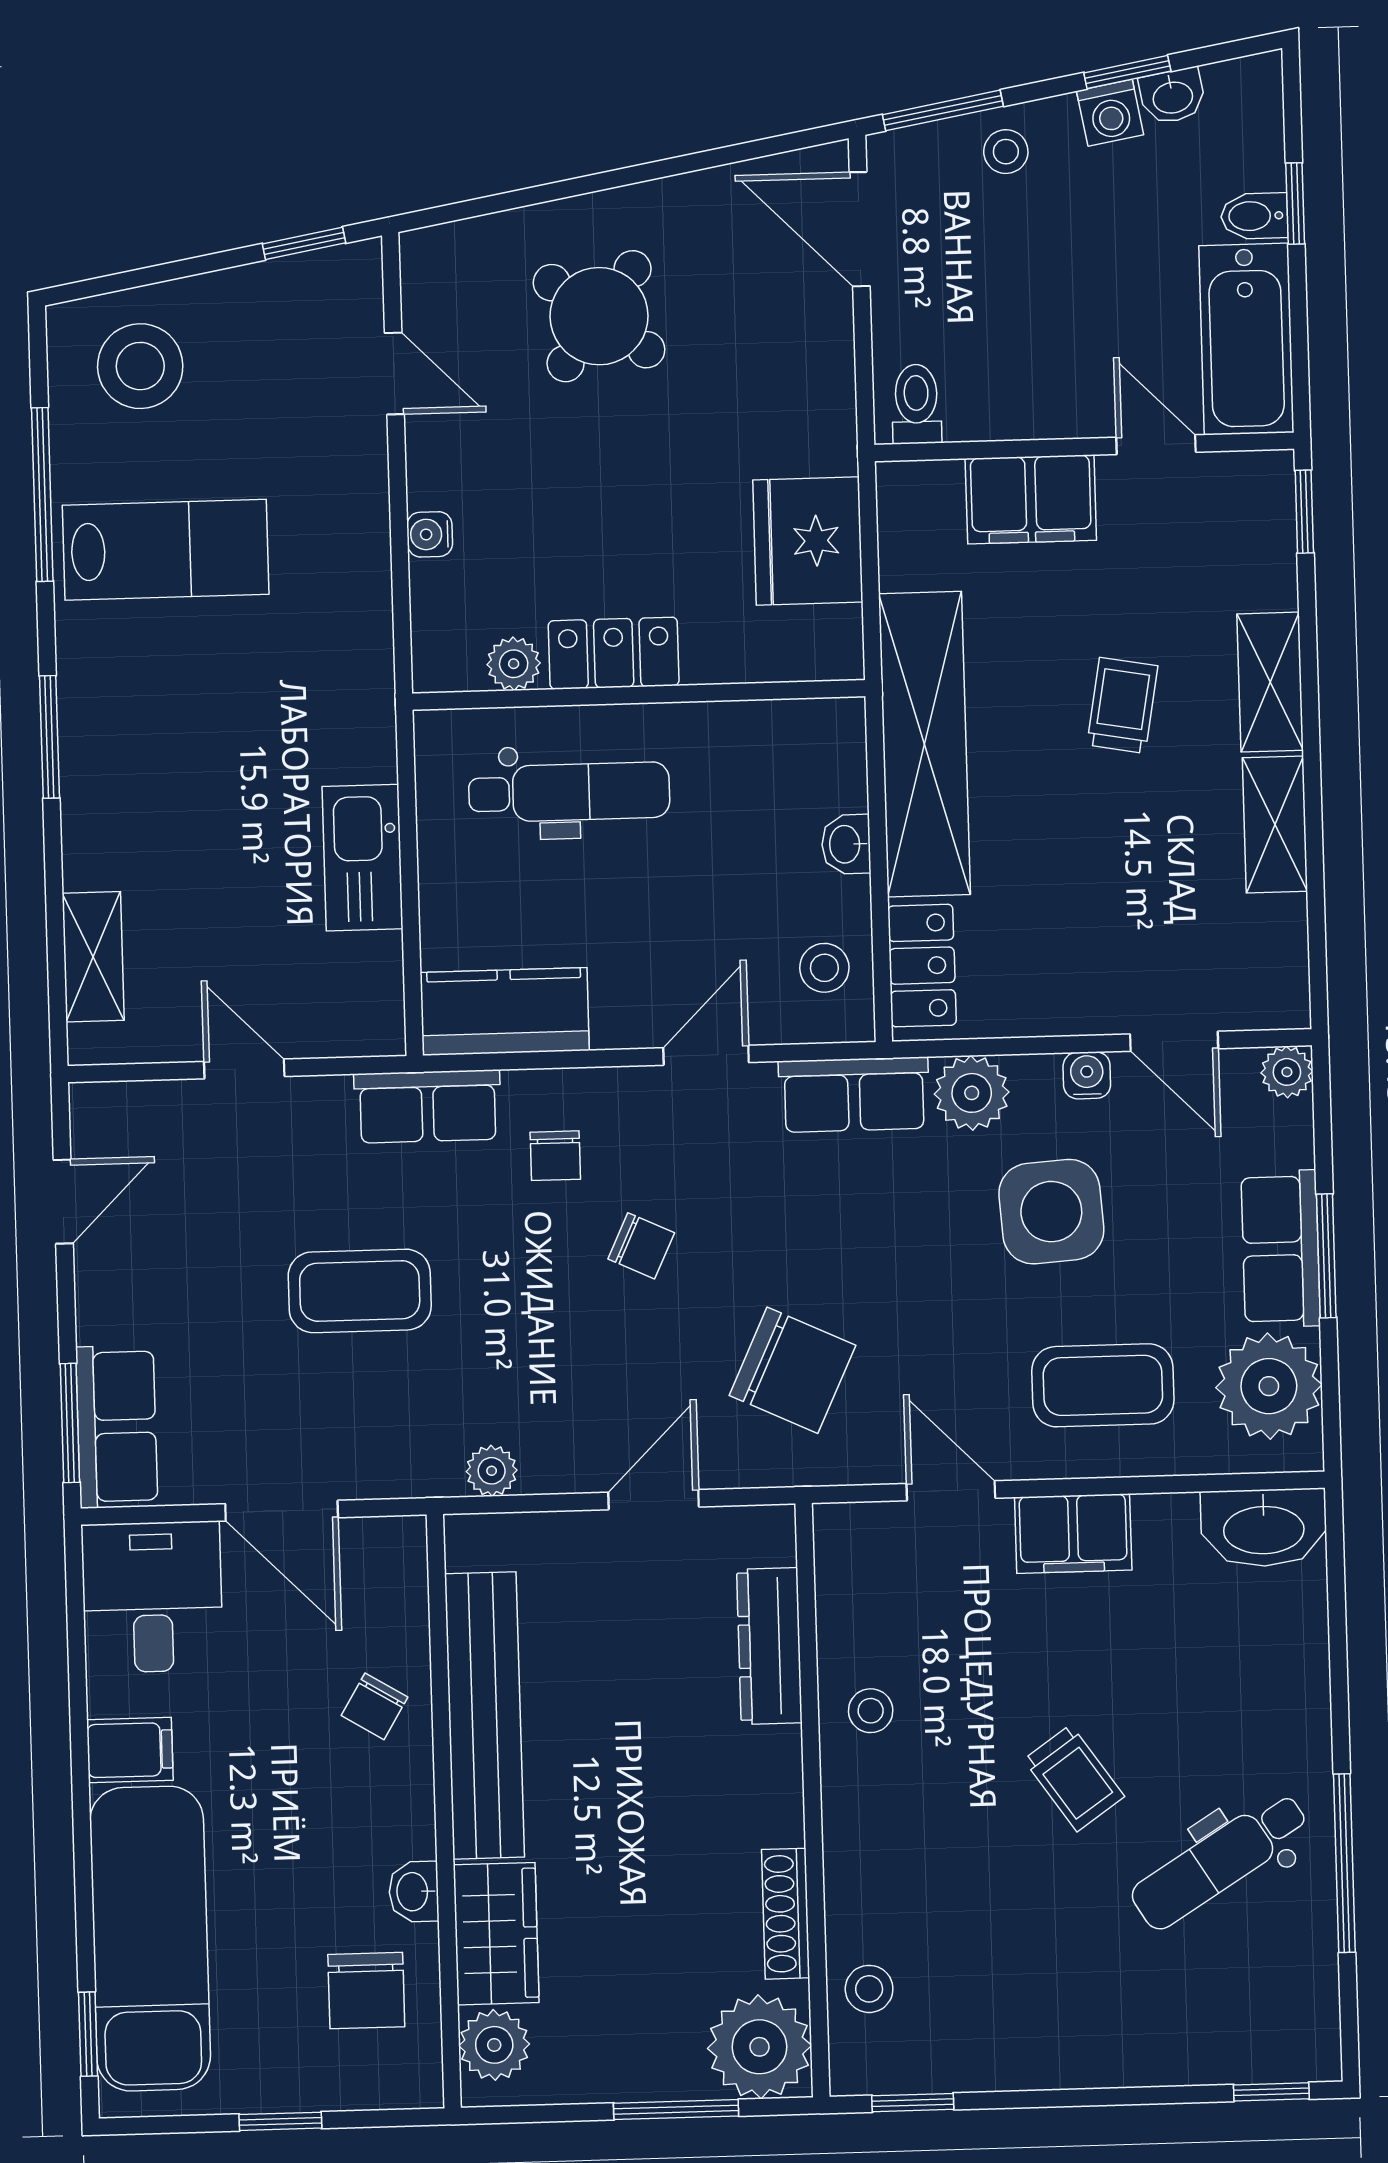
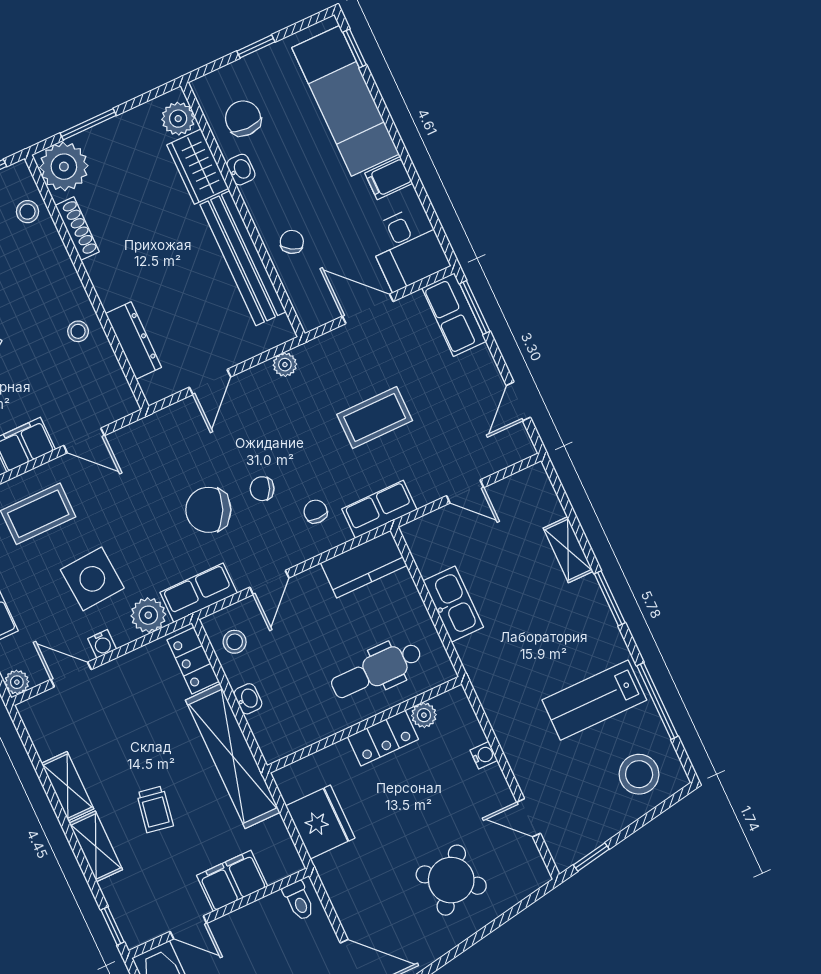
shelving: (93, 957) -> (568, 550), moved
chair: (792, 1370) -> (208, 510), moved

